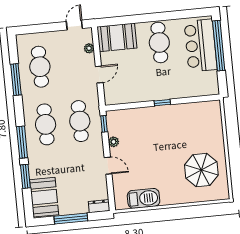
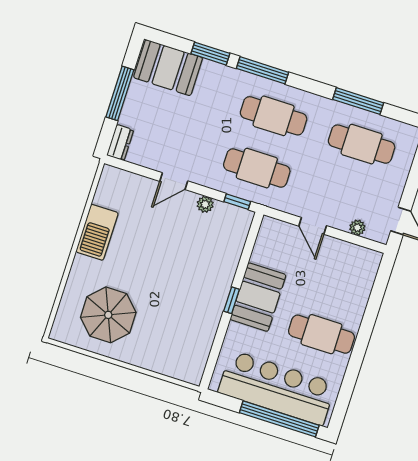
booth: (117, 37) -> (258, 297), moved
bar counter: (201, 45) -> (277, 388), width x1.36
barbecue: (144, 198) -> (97, 232), moved

